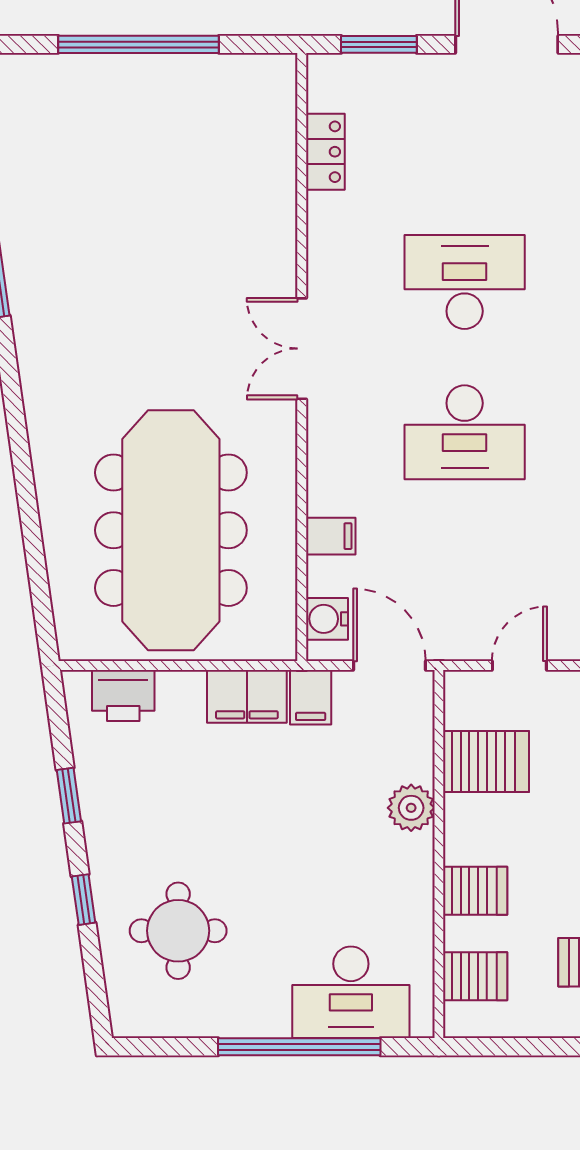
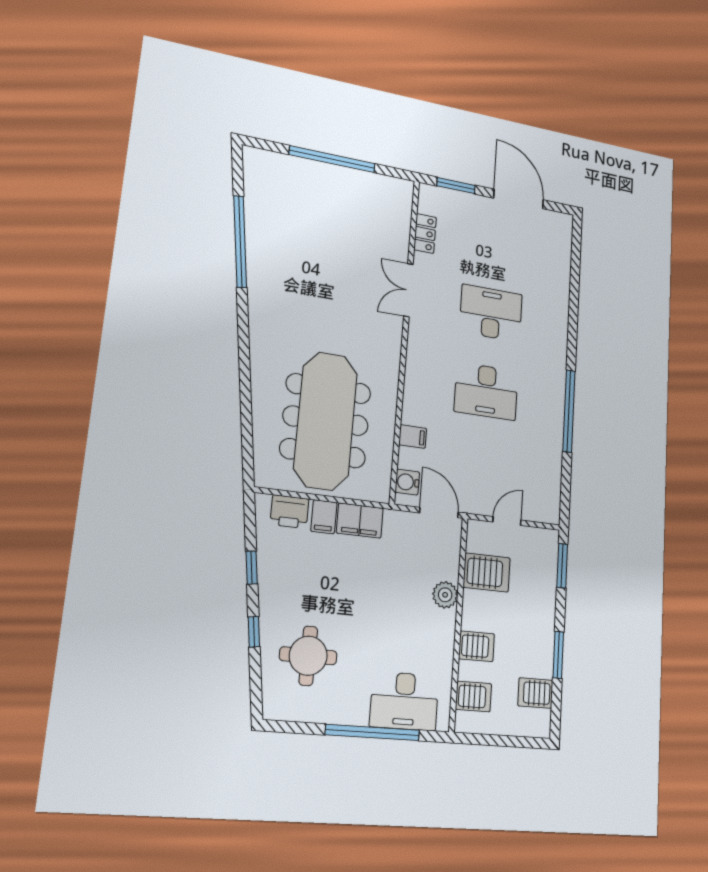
double door: (302, 349) -> (408, 290), moved
filing cabinet: (311, 697) -> (324, 517), moved

